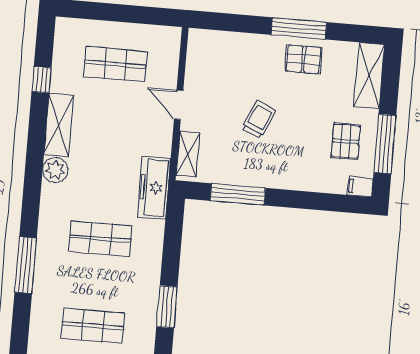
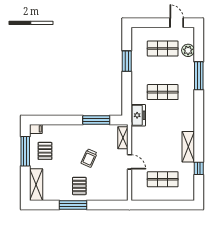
pallet: (304, 59) -> (79, 186), moved, turned 90
plant: (55, 170) -> (188, 50), moved
freezer: (154, 188) -> (138, 115), width x0.71

